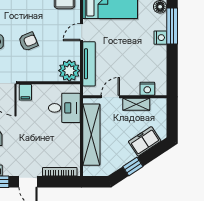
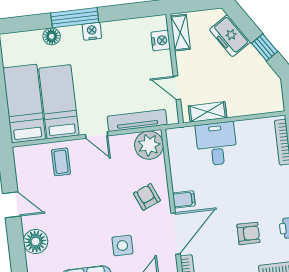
armchair: (28, 41) -> (147, 197), moved
shelving: (136, 104) -> (180, 33), moved
desk: (64, 108) -> (216, 144), moved
shelving: (91, 135) -> (208, 112), width x0.45, depth x0.75

